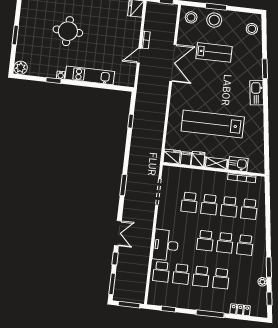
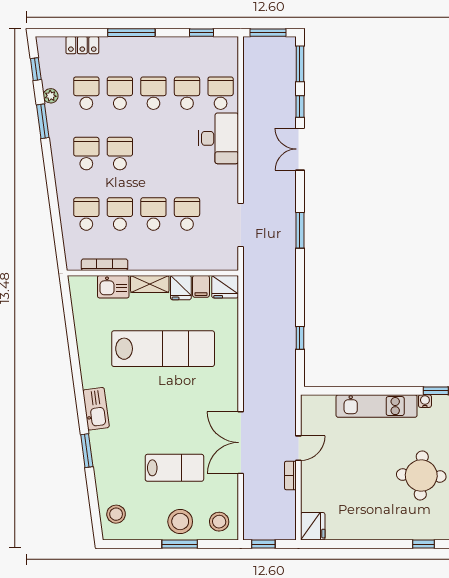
lab bench: (214, 52) -> (174, 468), turned 180
school desk: (205, 240) -> (86, 93), moved

